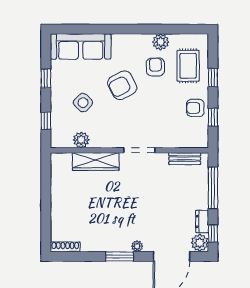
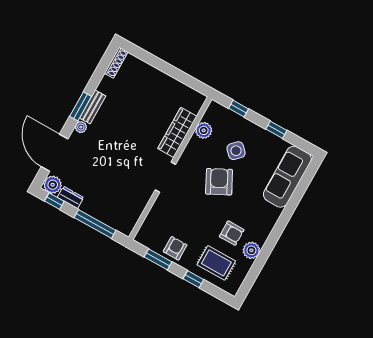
armchair: (122, 85) -> (219, 182), moved
window: (213, 117) -> (158, 259), width x1.50
bench: (185, 159) -> (93, 107), moved

